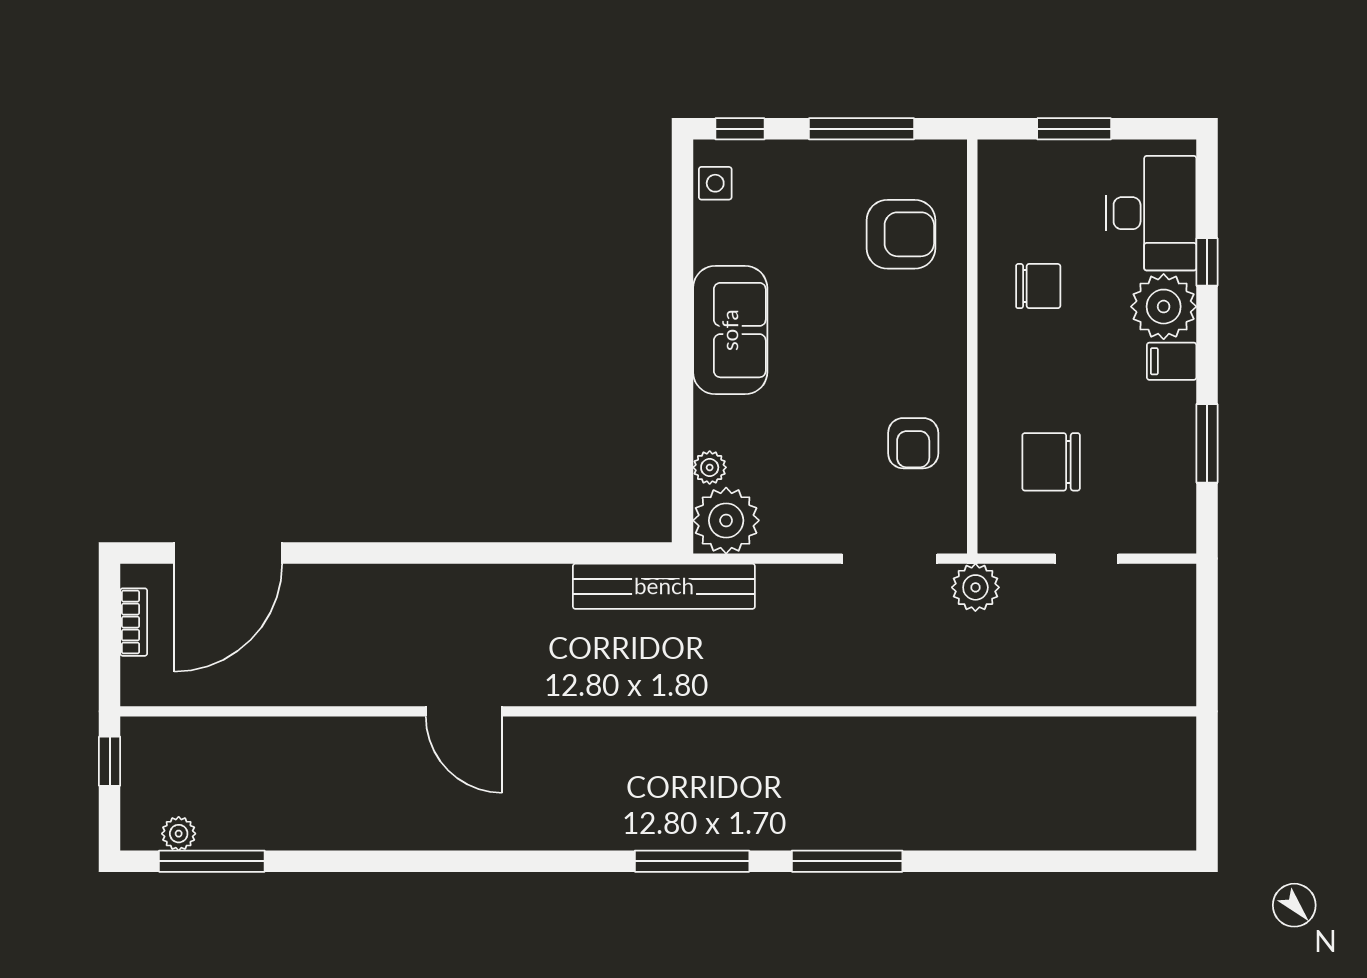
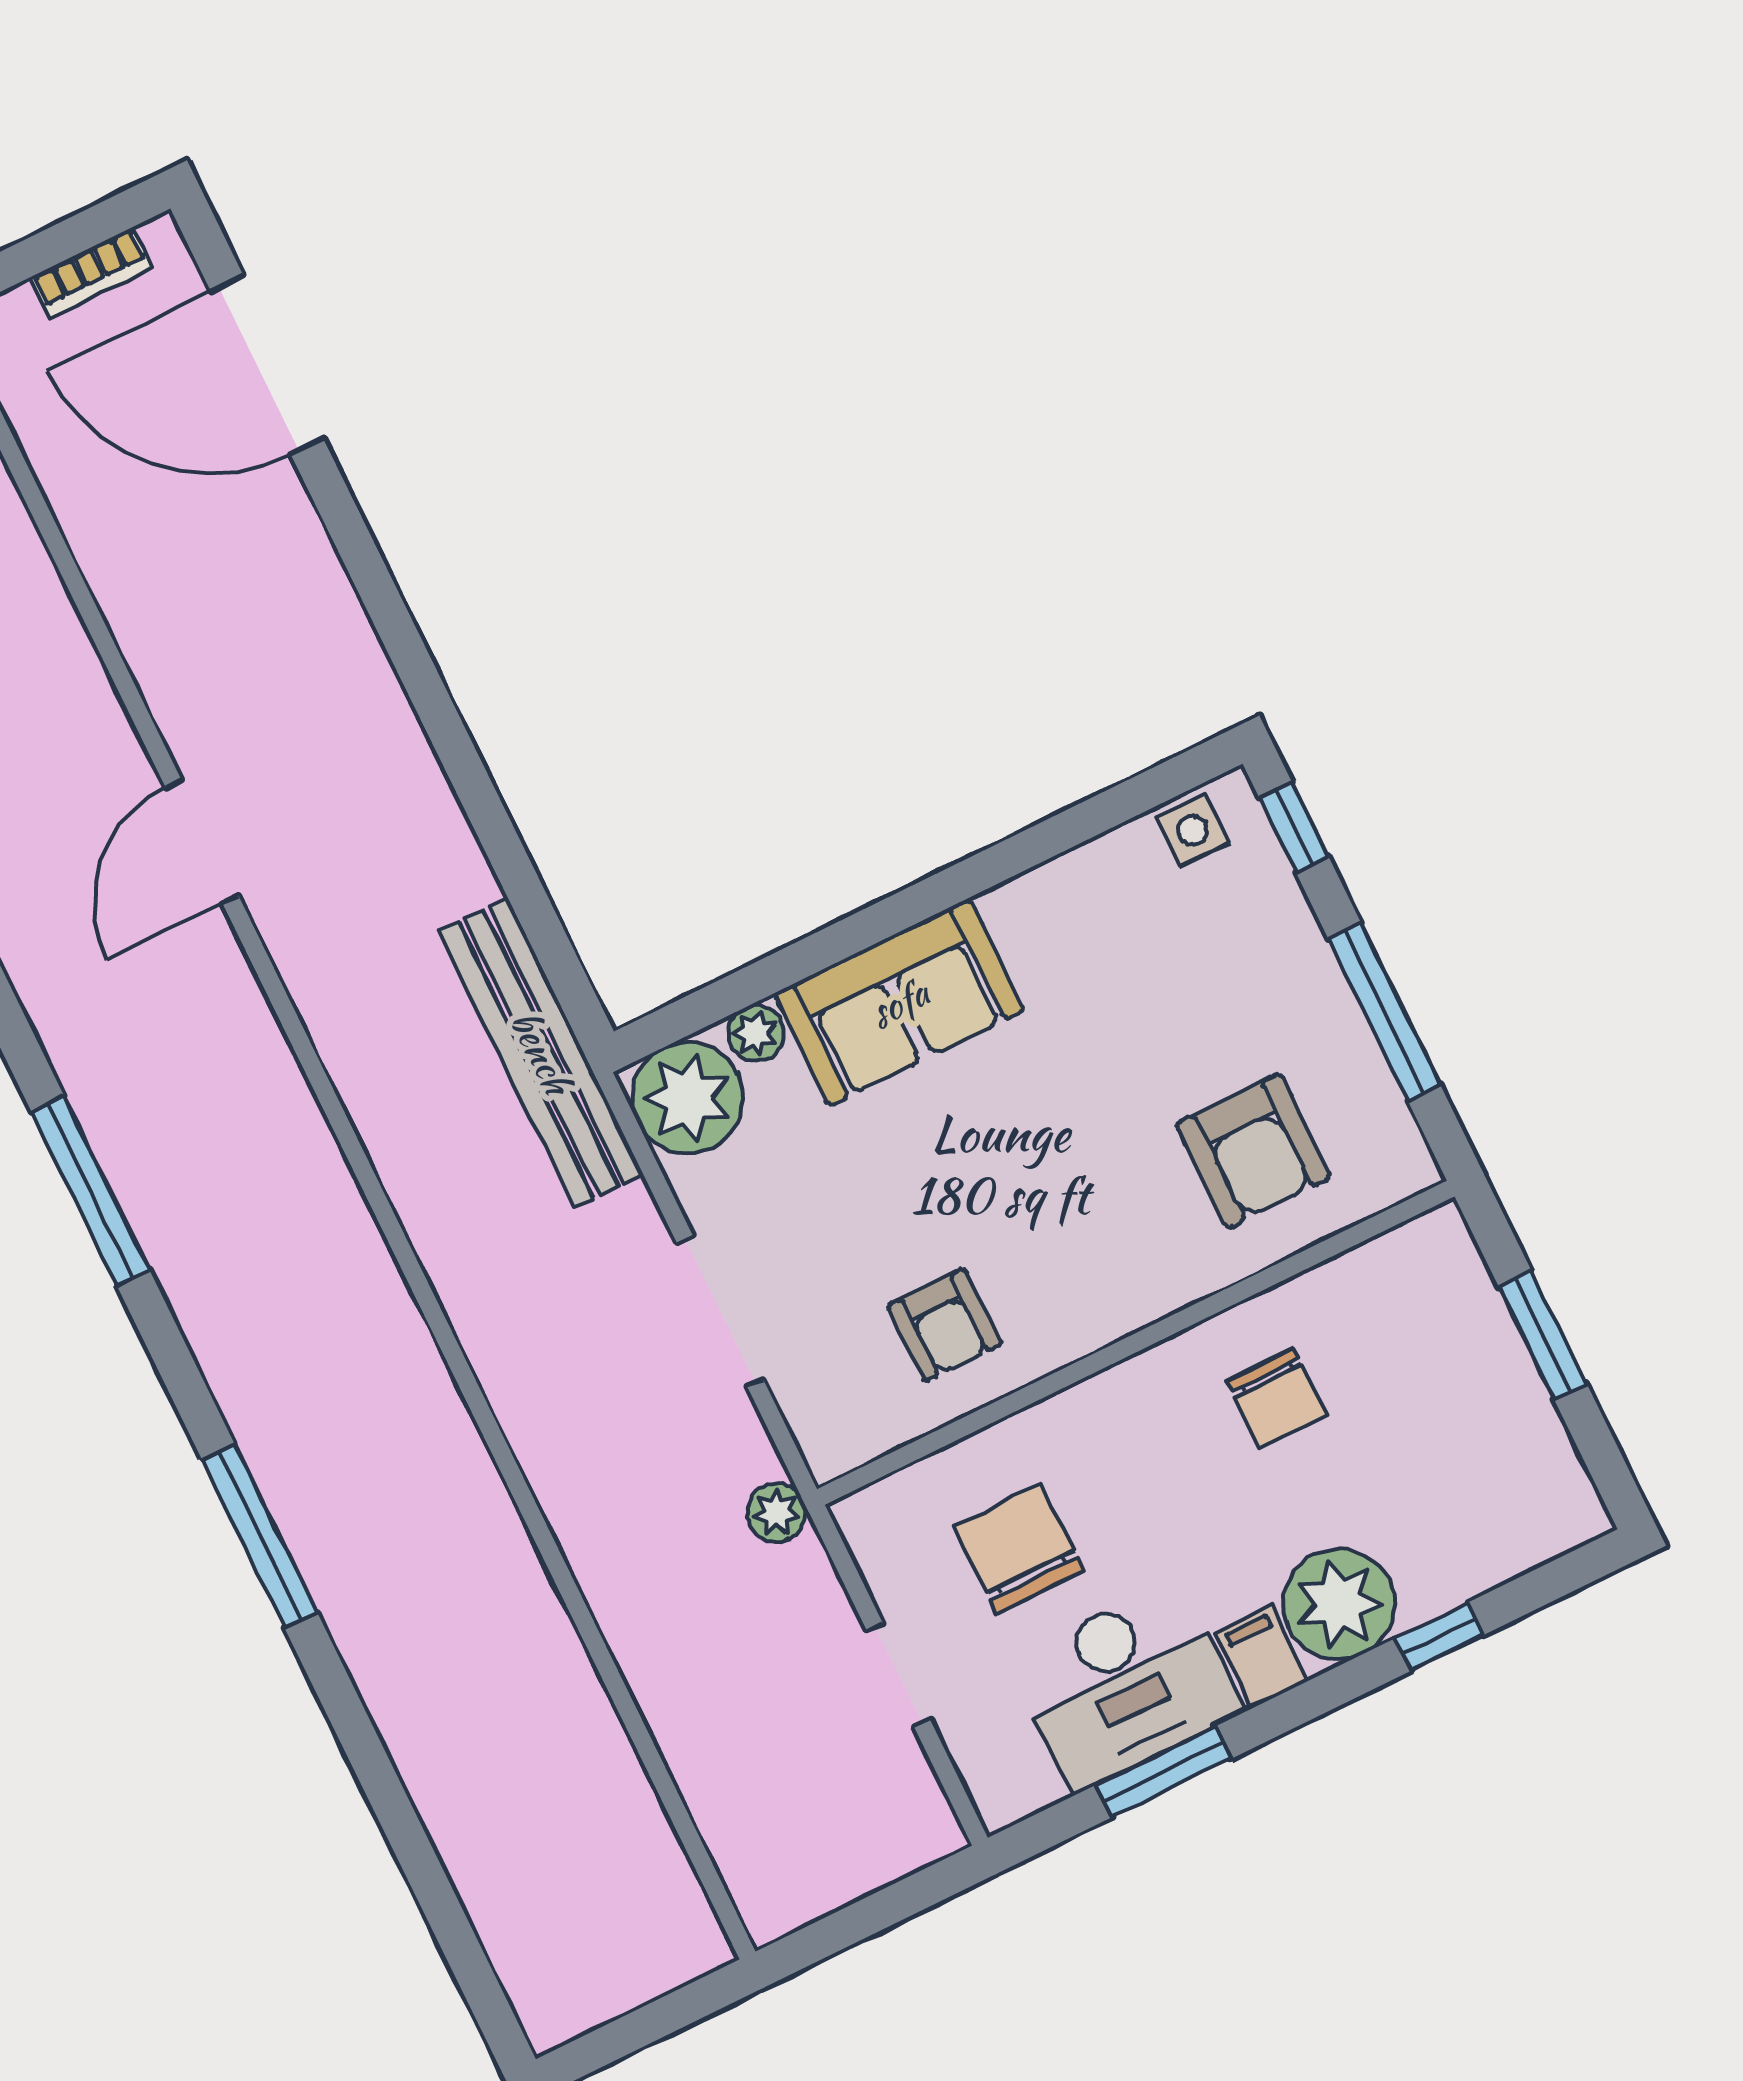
desk: (1151, 213) -> (1126, 1685), moved
sofa: (730, 330) -> (899, 1002), moved
armchair: (913, 443) -> (945, 1325), turned -90
doorway: (890, 559) -> (720, 1311), moved
plant: (975, 587) -> (777, 1513), width x0.73, depth x0.73
window: (692, 861) -> (90, 1191), moved

